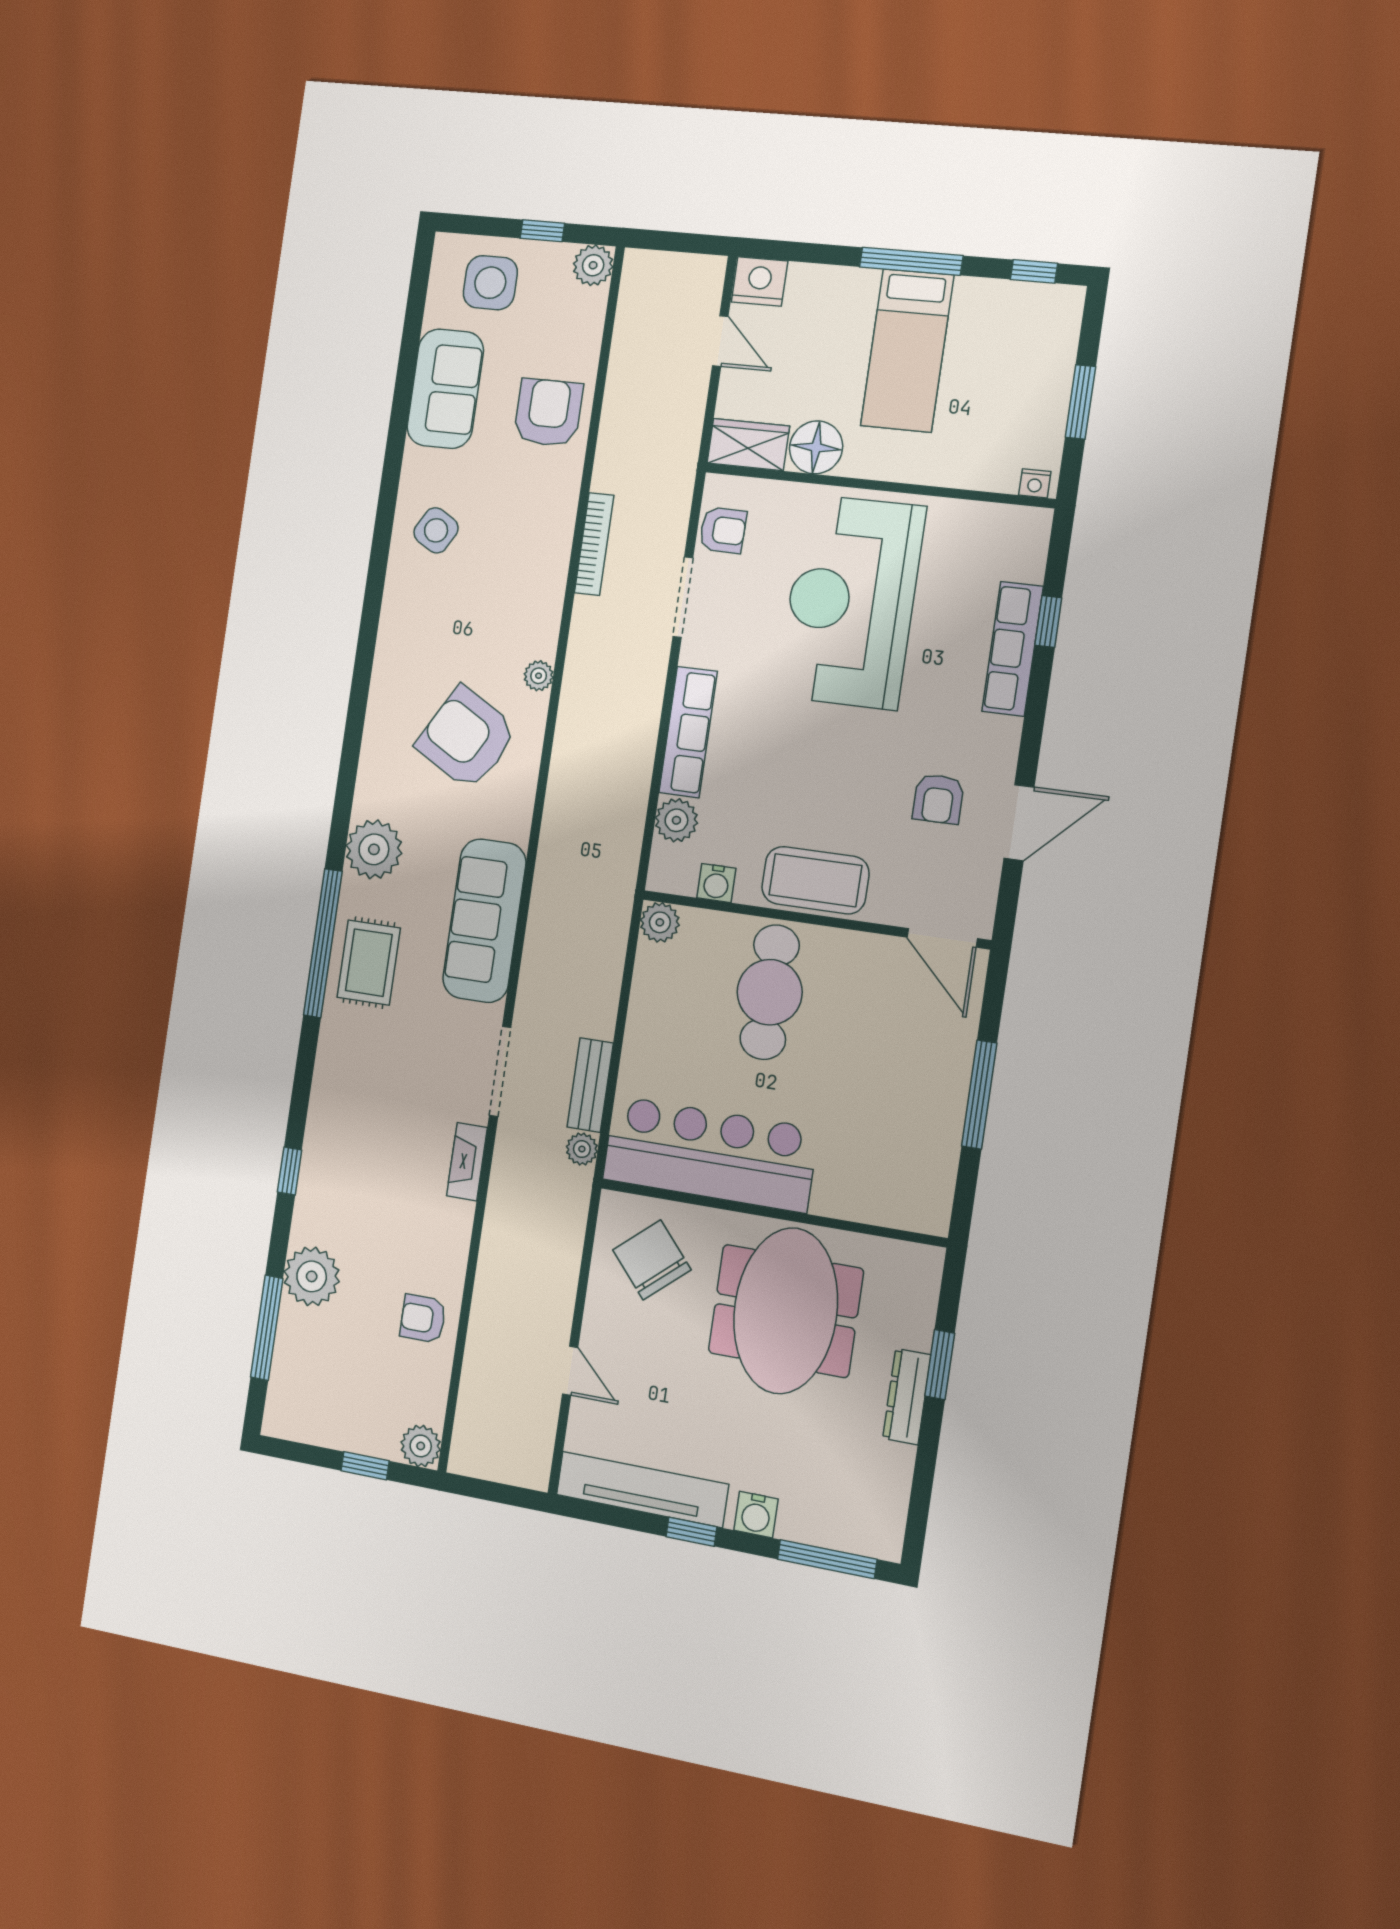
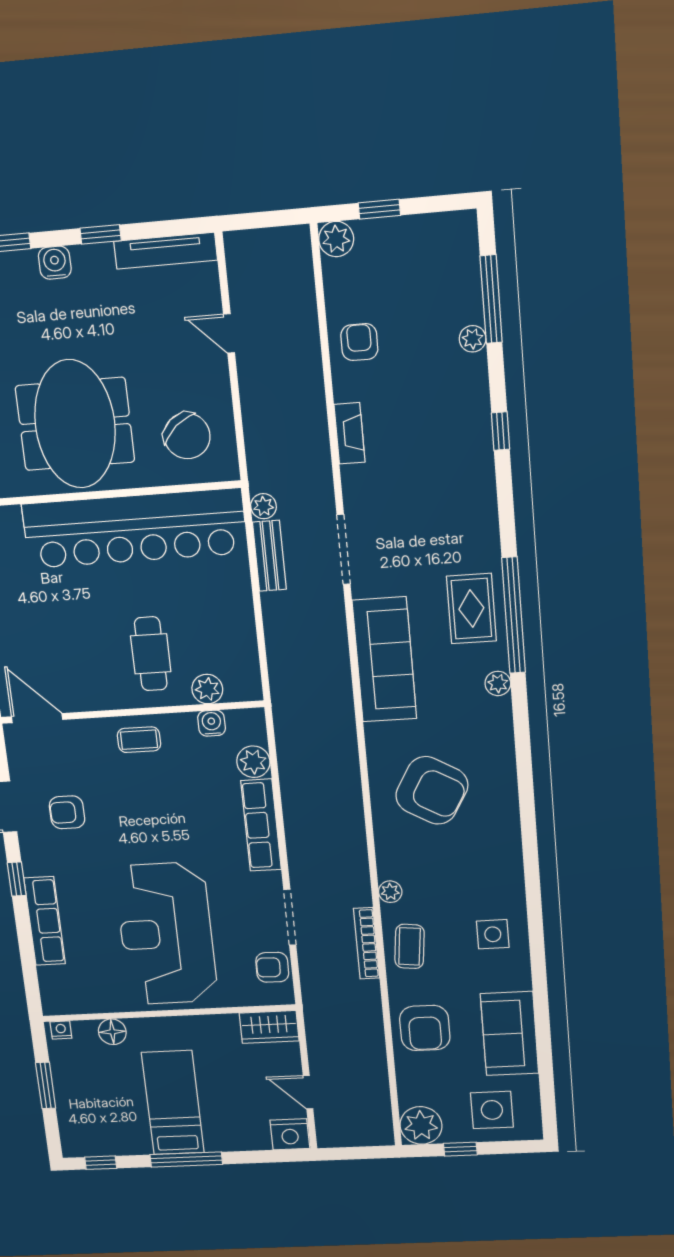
plant: (593, 265) -> (421, 1125), width x1.36, depth x1.36
floor lamp: (816, 447) -> (112, 1032), moved, width x0.73, depth x0.73
side table: (436, 530) -> (493, 934), turned -30
coffee table: (541, 531) -> (410, 946), added
reception desk: (851, 602) -> (166, 934), turned 180
window: (1048, 622) -> (17, 879), moved
plant: (539, 676) -> (390, 892), moved
armchair: (938, 799) -> (67, 812), turned -90
plant: (374, 849) -> (498, 683), width x0.53, depth x0.53
coffee table: (815, 880) -> (139, 740), width x0.54, depth x0.58
plant: (660, 922) -> (207, 689), moved
cafe table: (770, 992) -> (151, 654), width x0.73, depth x0.74
bar counter: (710, 1154) -> (134, 528), width x1.36
fireplace: (467, 1162) -> (349, 433), moved
plant: (312, 1276) -> (473, 339), width x0.53, depth x0.53
armchair: (423, 1319) -> (359, 342), turned -90
tv unit: (642, 1489) -> (166, 251), width x0.73, depth x0.78

